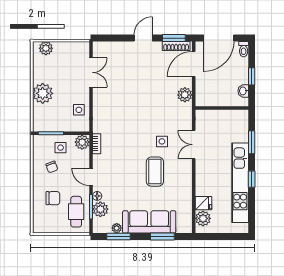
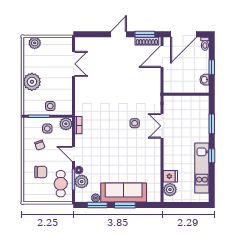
plant: (185, 95) -> (154, 83), removed
side table: (79, 110) -> (50, 106), moved
coffee table: (155, 172) -> (129, 149), removed
kitchen unit: (240, 183) -> (202, 168), width x0.73
window: (162, 236) -> (125, 205), moved

